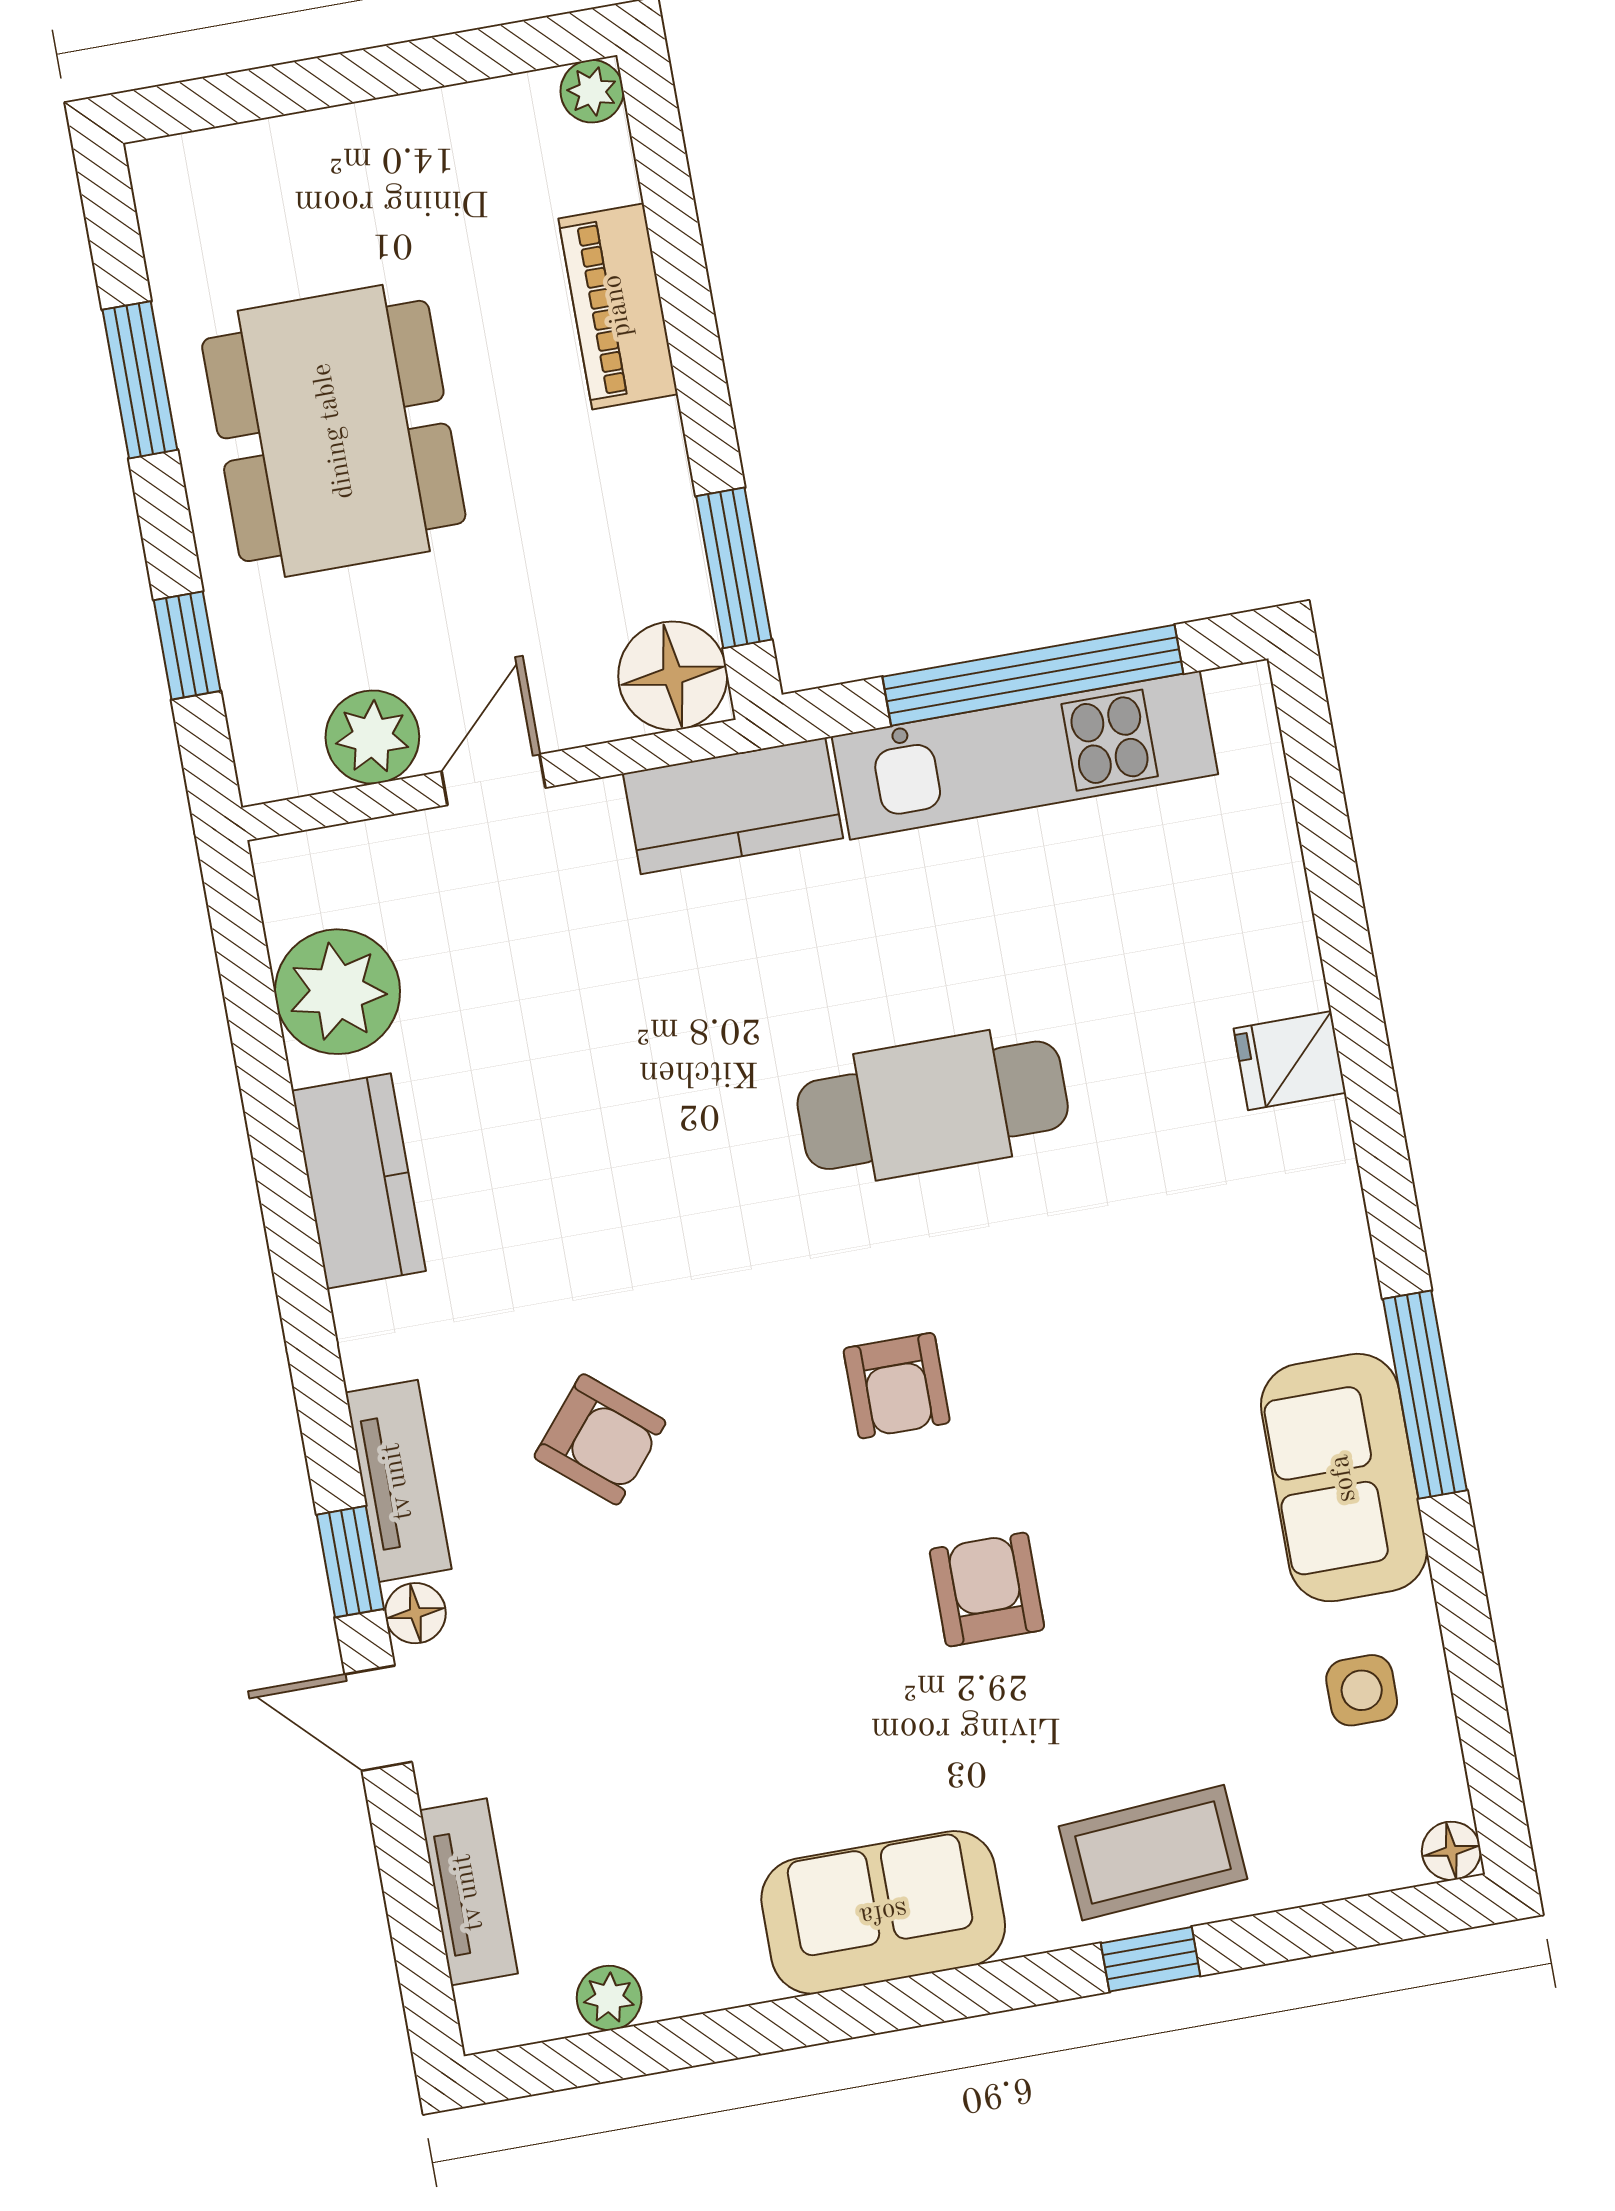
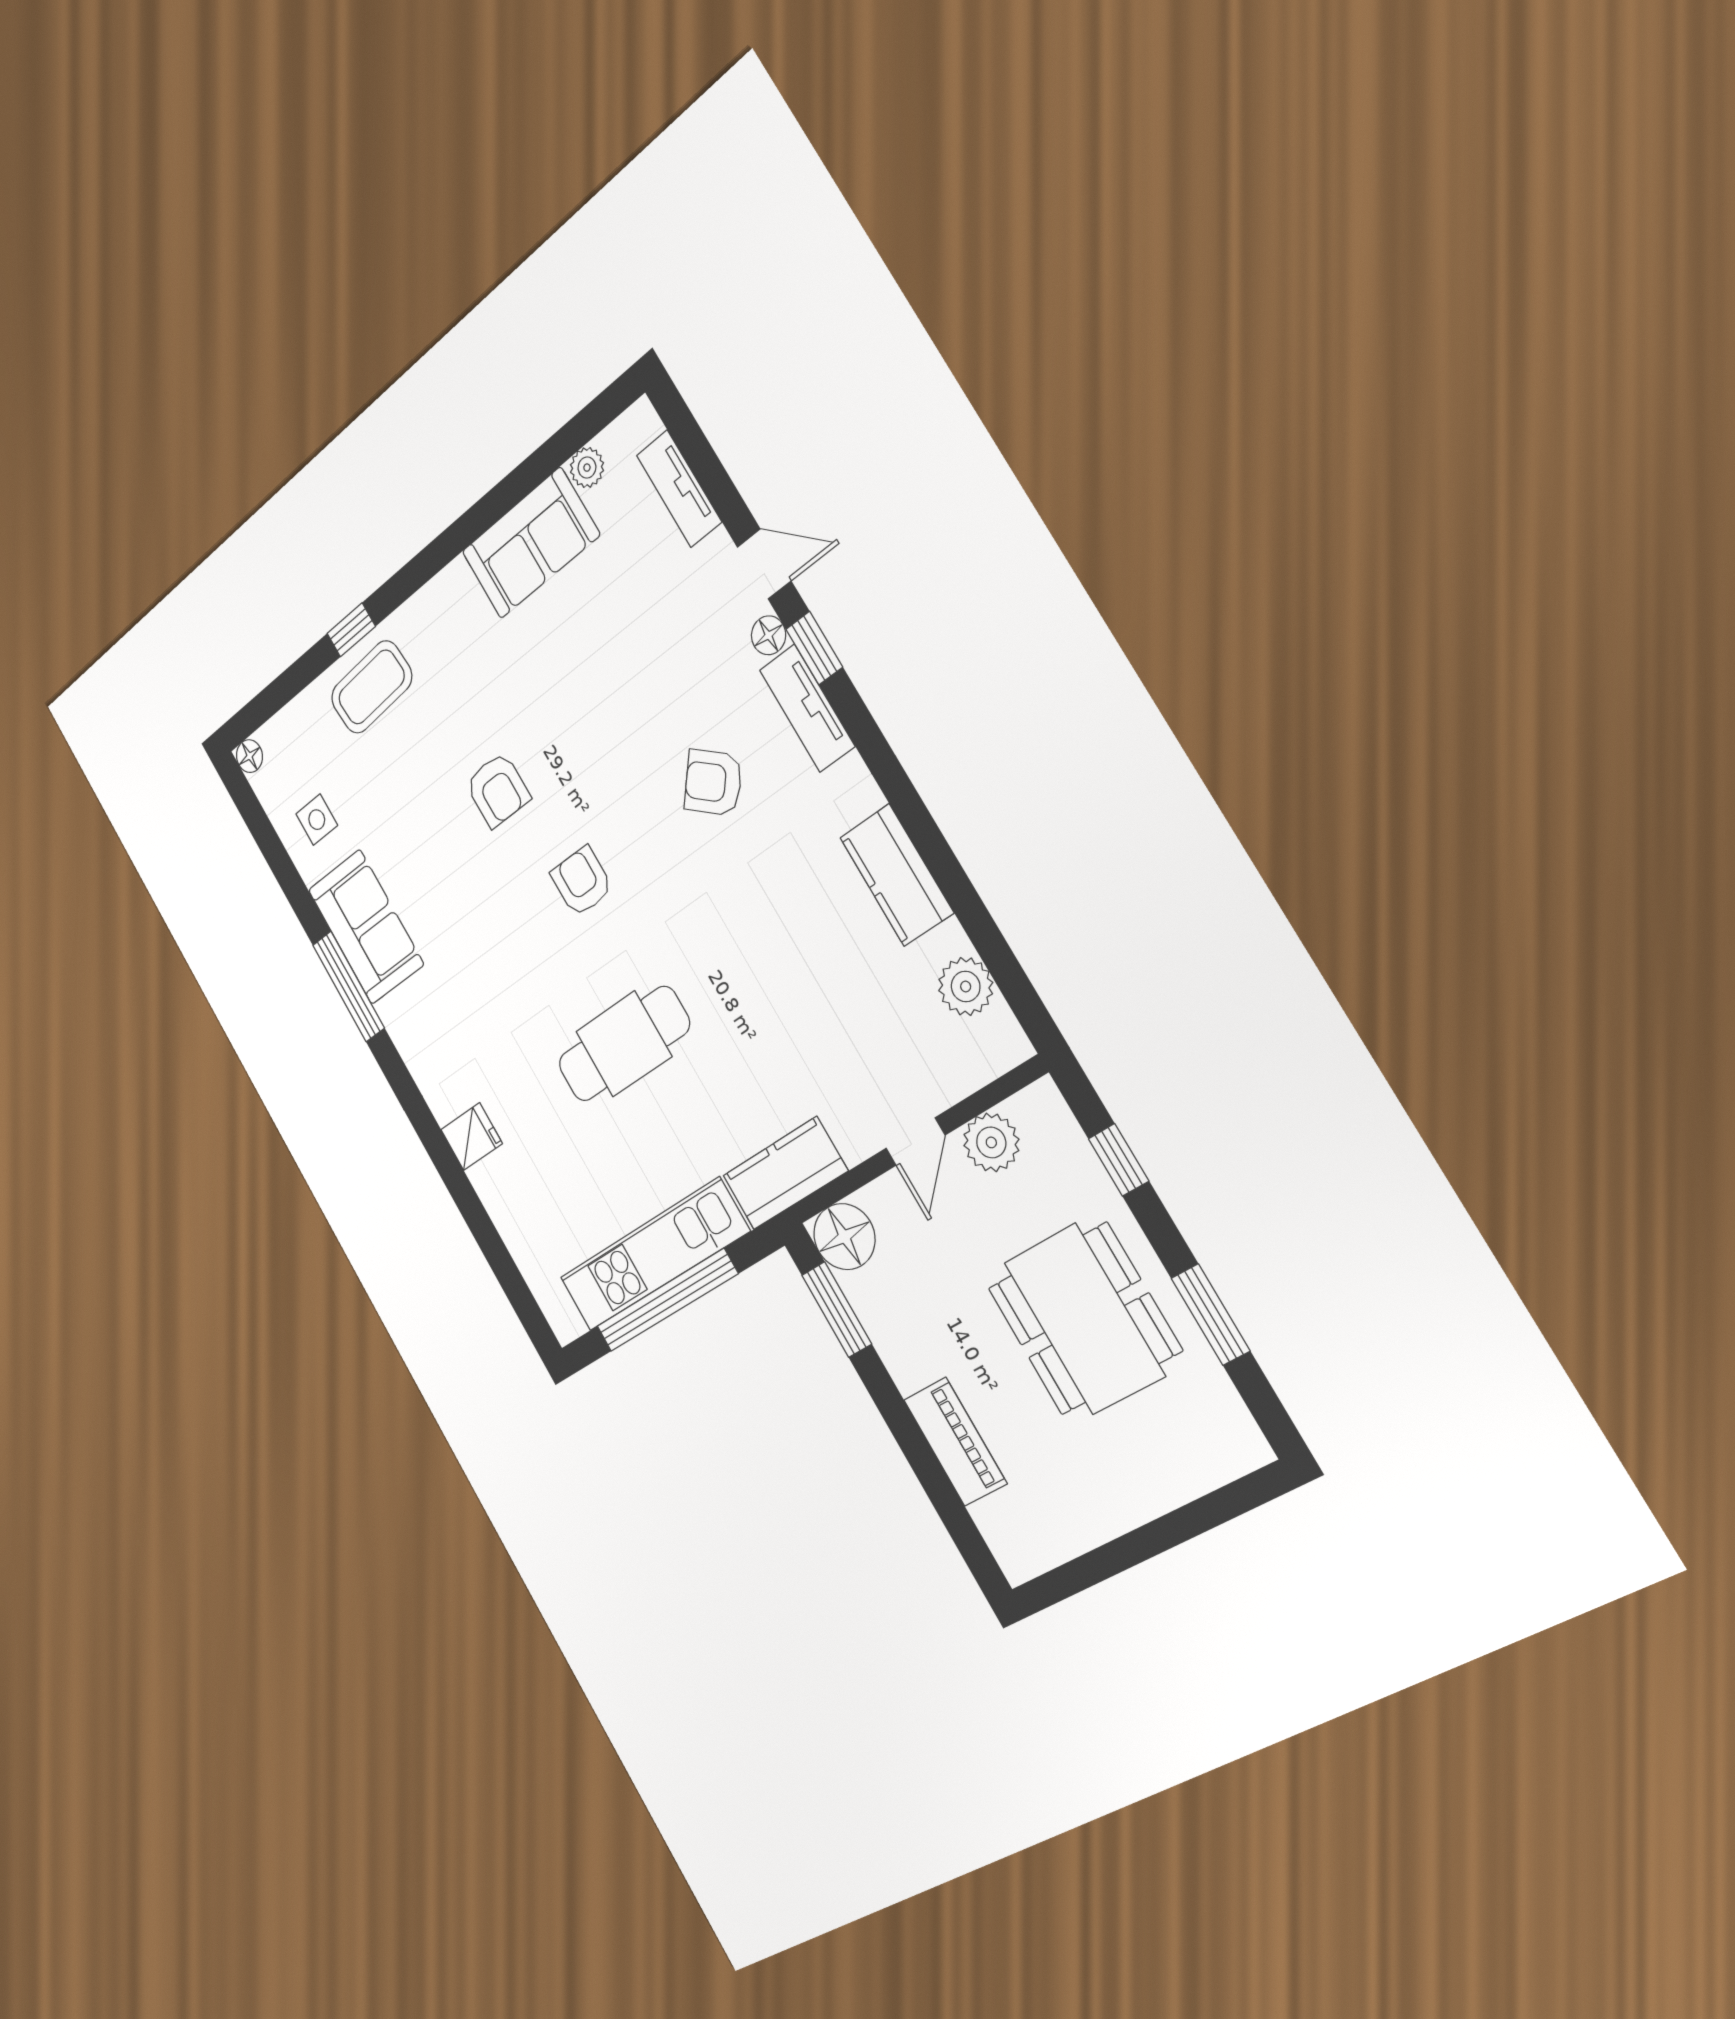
plant: (592, 91) -> (1018, 1564), removed
plant: (337, 992) -> (966, 987), width x0.73, depth x0.73
sofa: (883, 1912) -> (530, 543), moved

